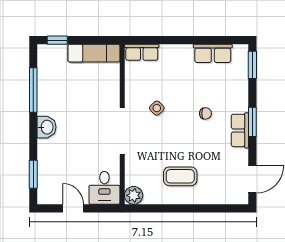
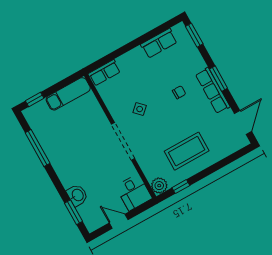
washbasin: (47, 127) -> (77, 195), moved
row of seats: (240, 130) -> (213, 91), width x1.48
coffee table: (180, 176) -> (187, 151), width x1.36, depth x1.32
window: (155, 208) -> (181, 187), added

